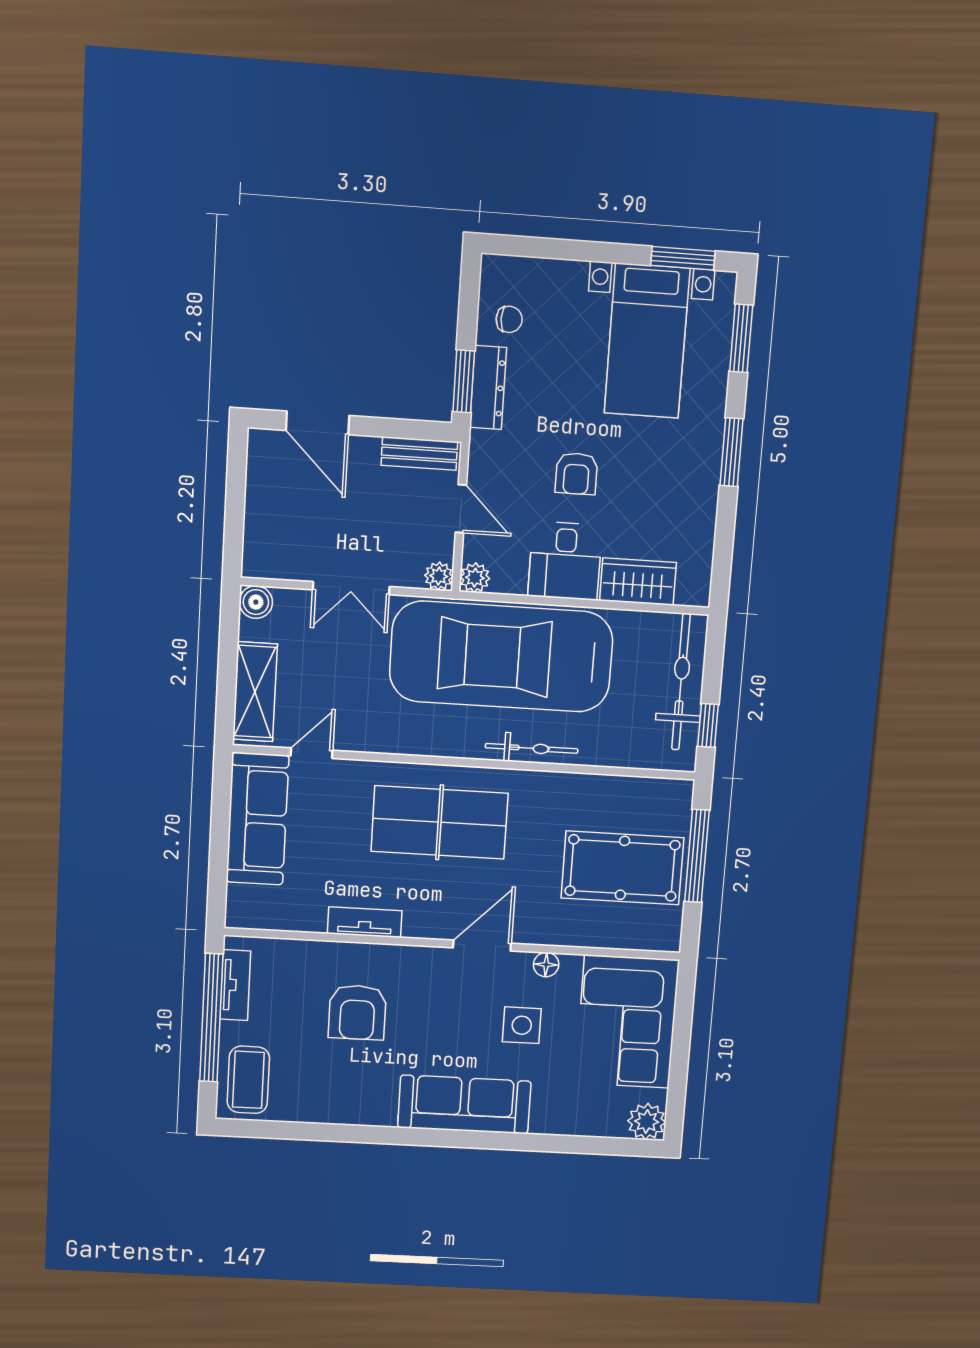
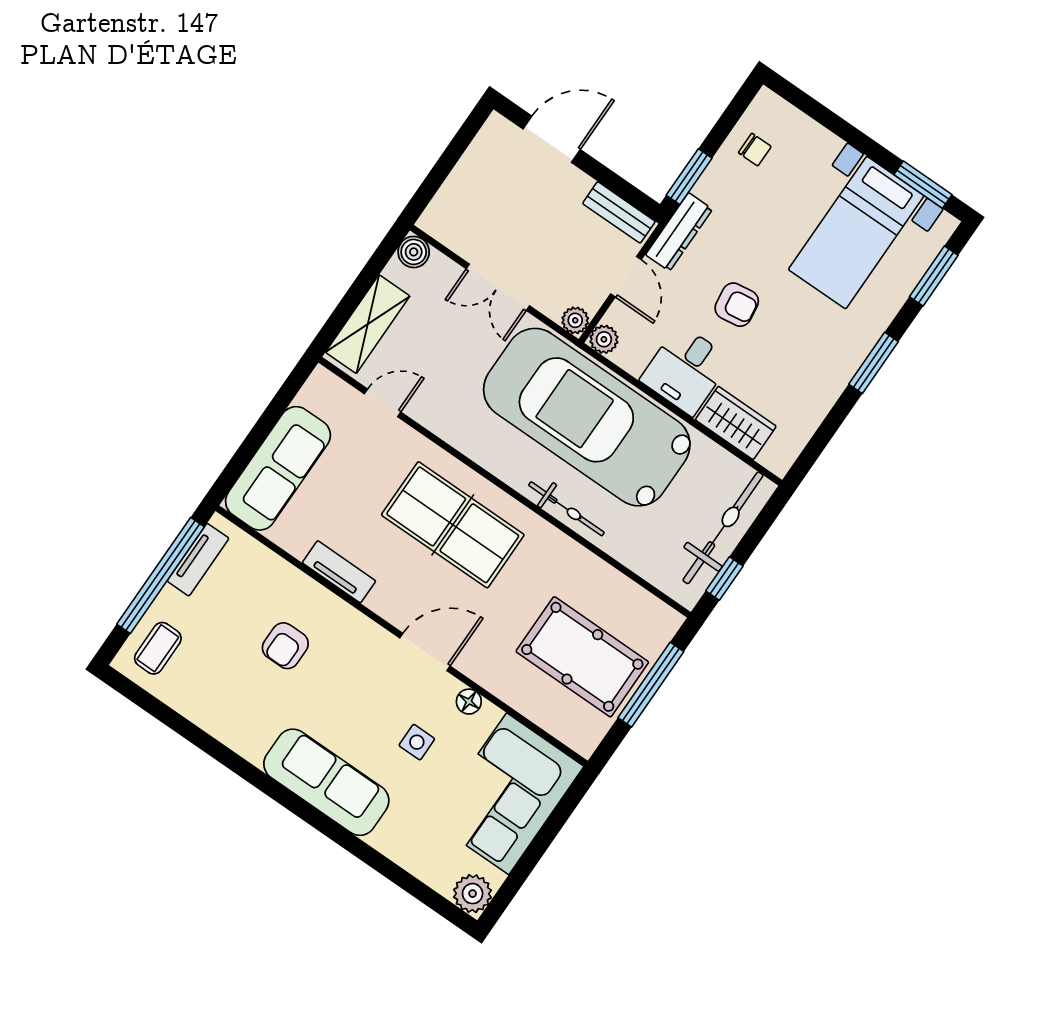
dresser: (488, 388) -> (679, 232), moved
door: (318, 423) -> (552, 139), swing flipped
armchair: (576, 474) -> (737, 305), turned -98
sofa: (257, 819) -> (278, 468), moved
armchair: (357, 1012) -> (285, 646), width x0.72, depth x0.72
side table: (522, 1025) -> (417, 742), width x0.73, depth x0.73
coffee table: (248, 1080) -> (158, 648), width x0.73, depth x0.77

